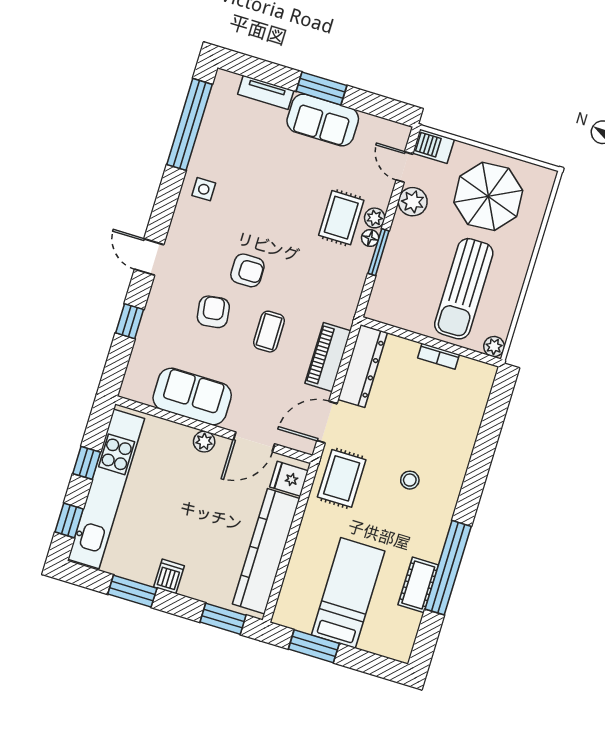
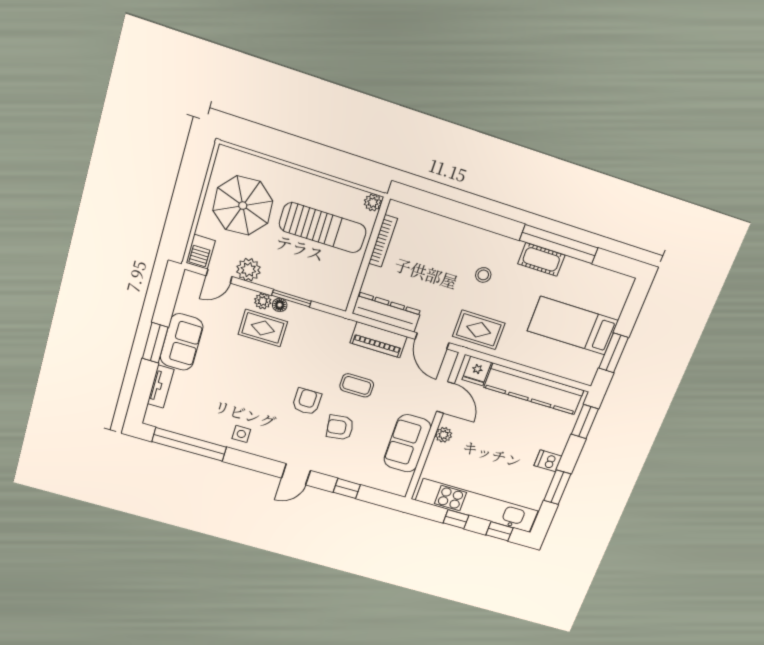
bookcase: (439, 356) -> (383, 241), width x1.56
cot: (418, 585) -> (541, 259), moved

